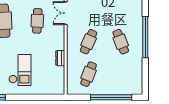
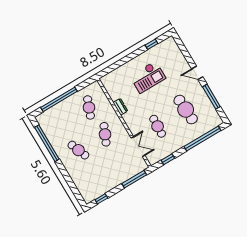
window: (145, 37) -> (47, 143), moved
checkout: (20, 70) -> (148, 77), turned -90

